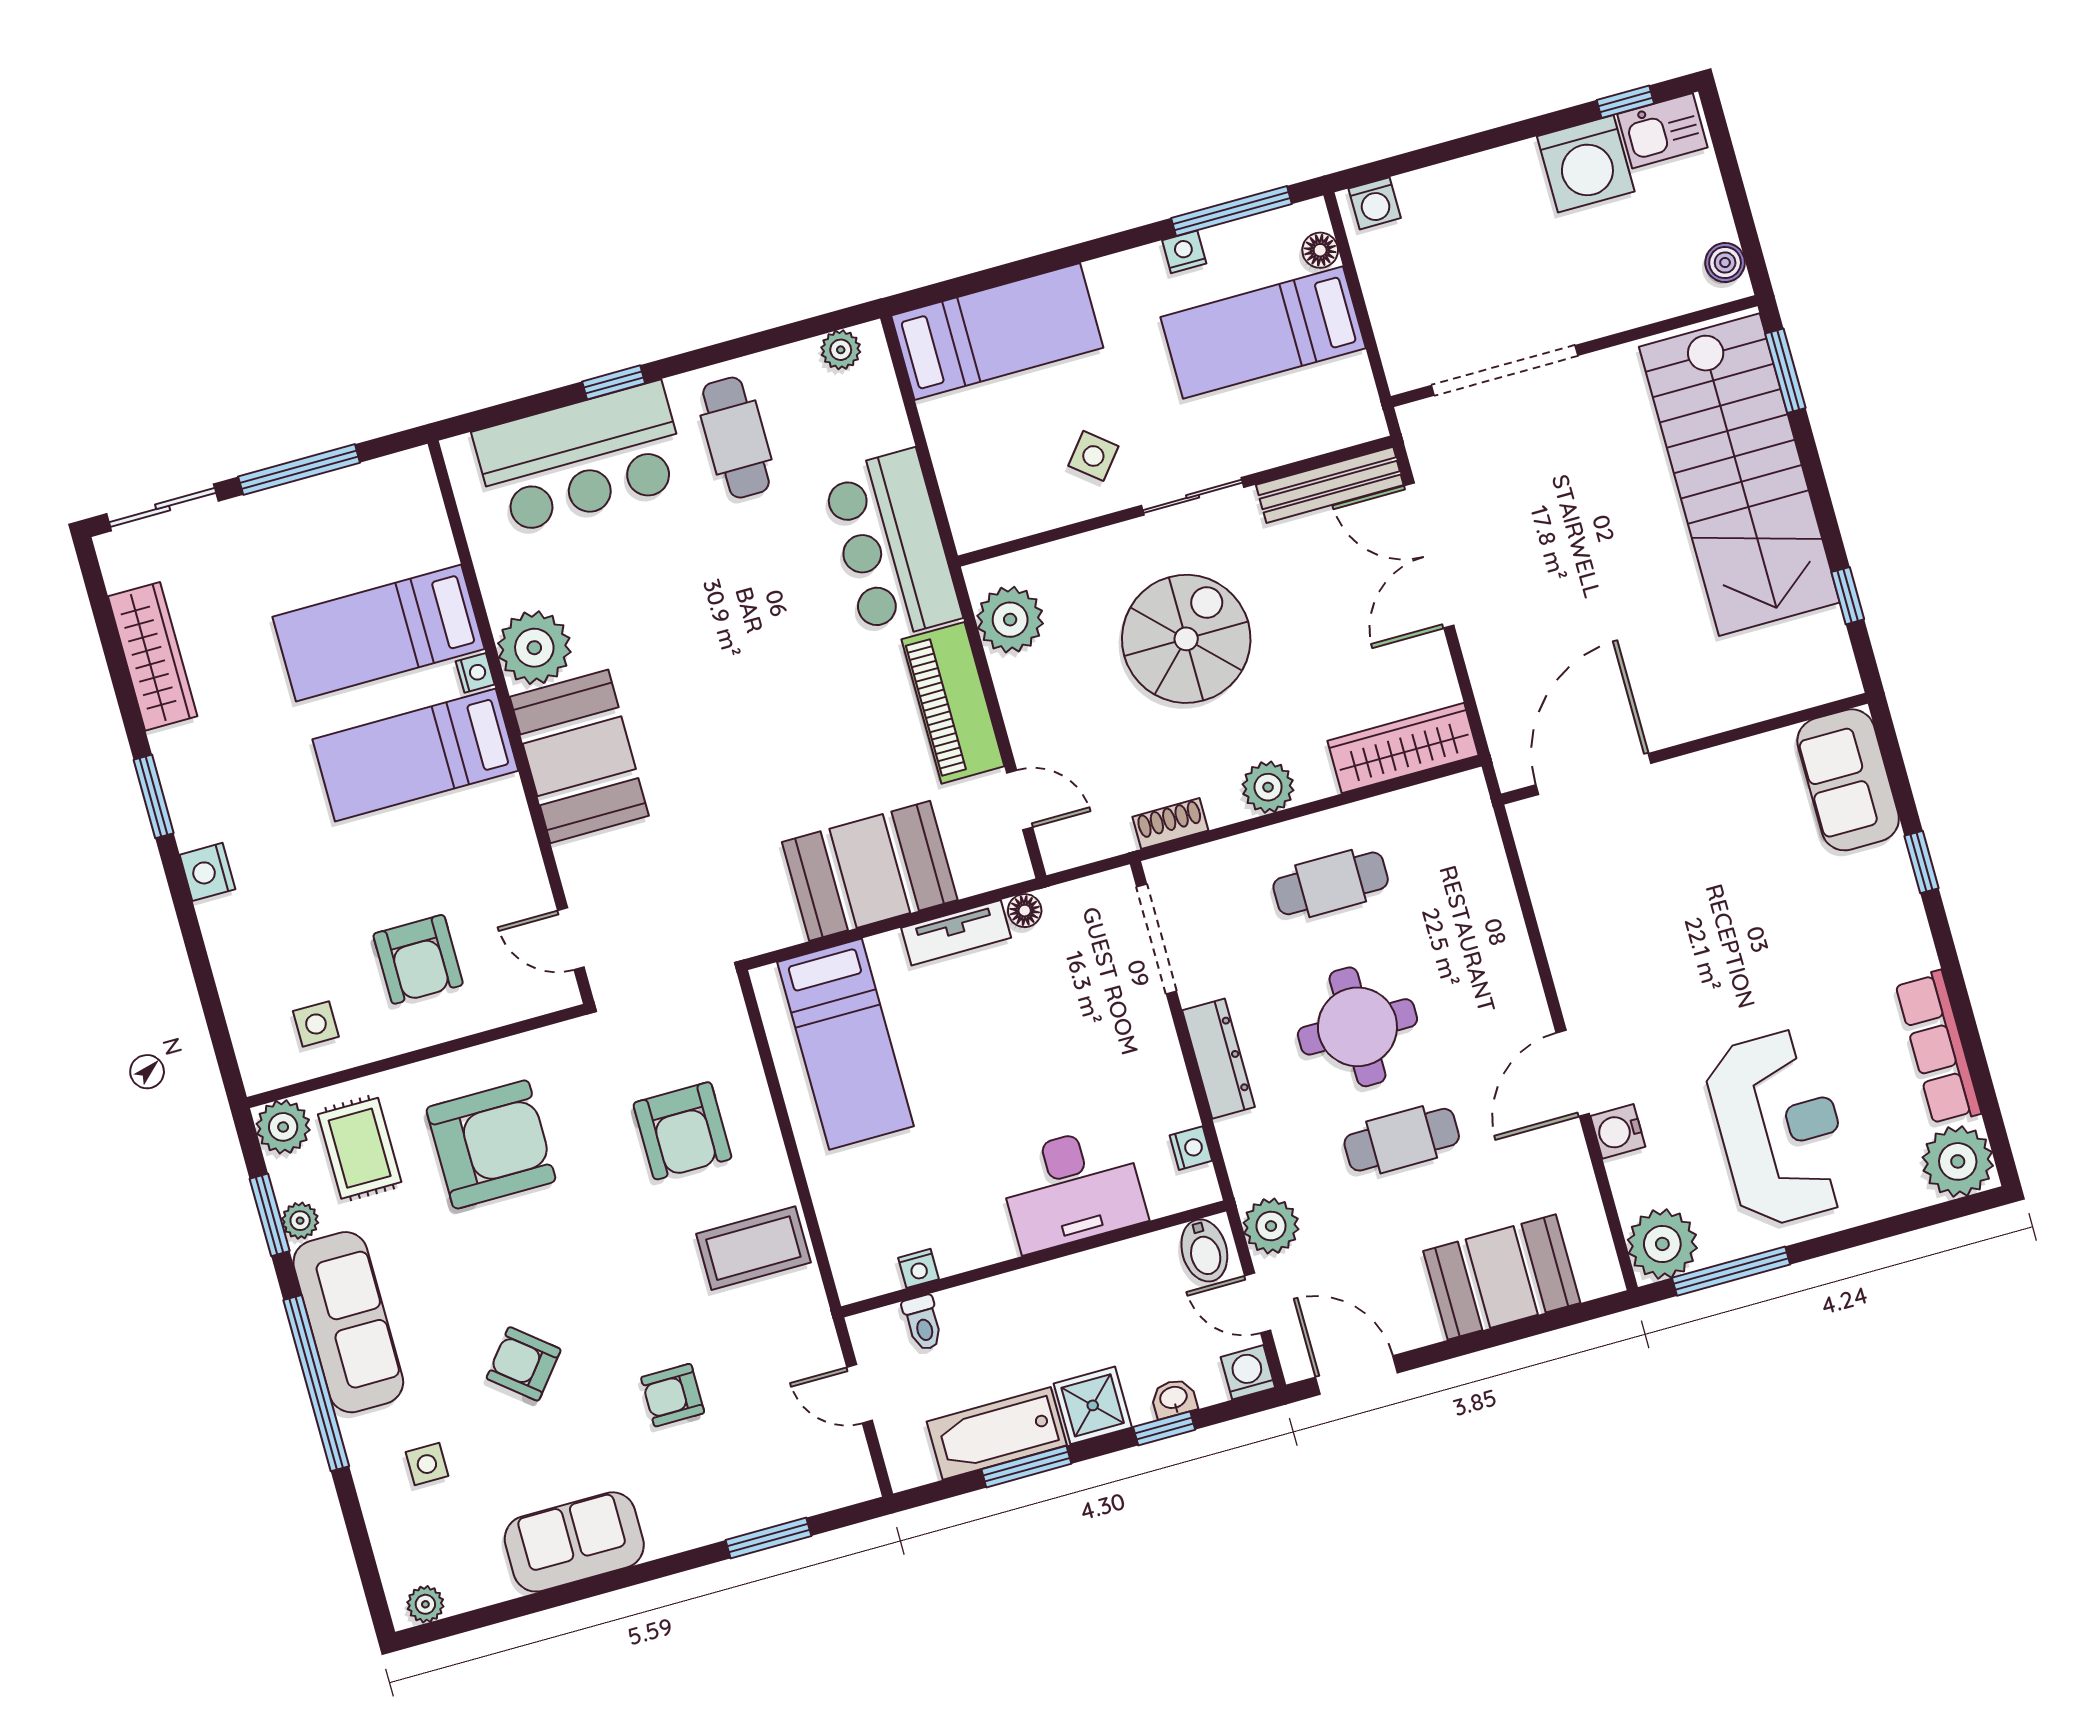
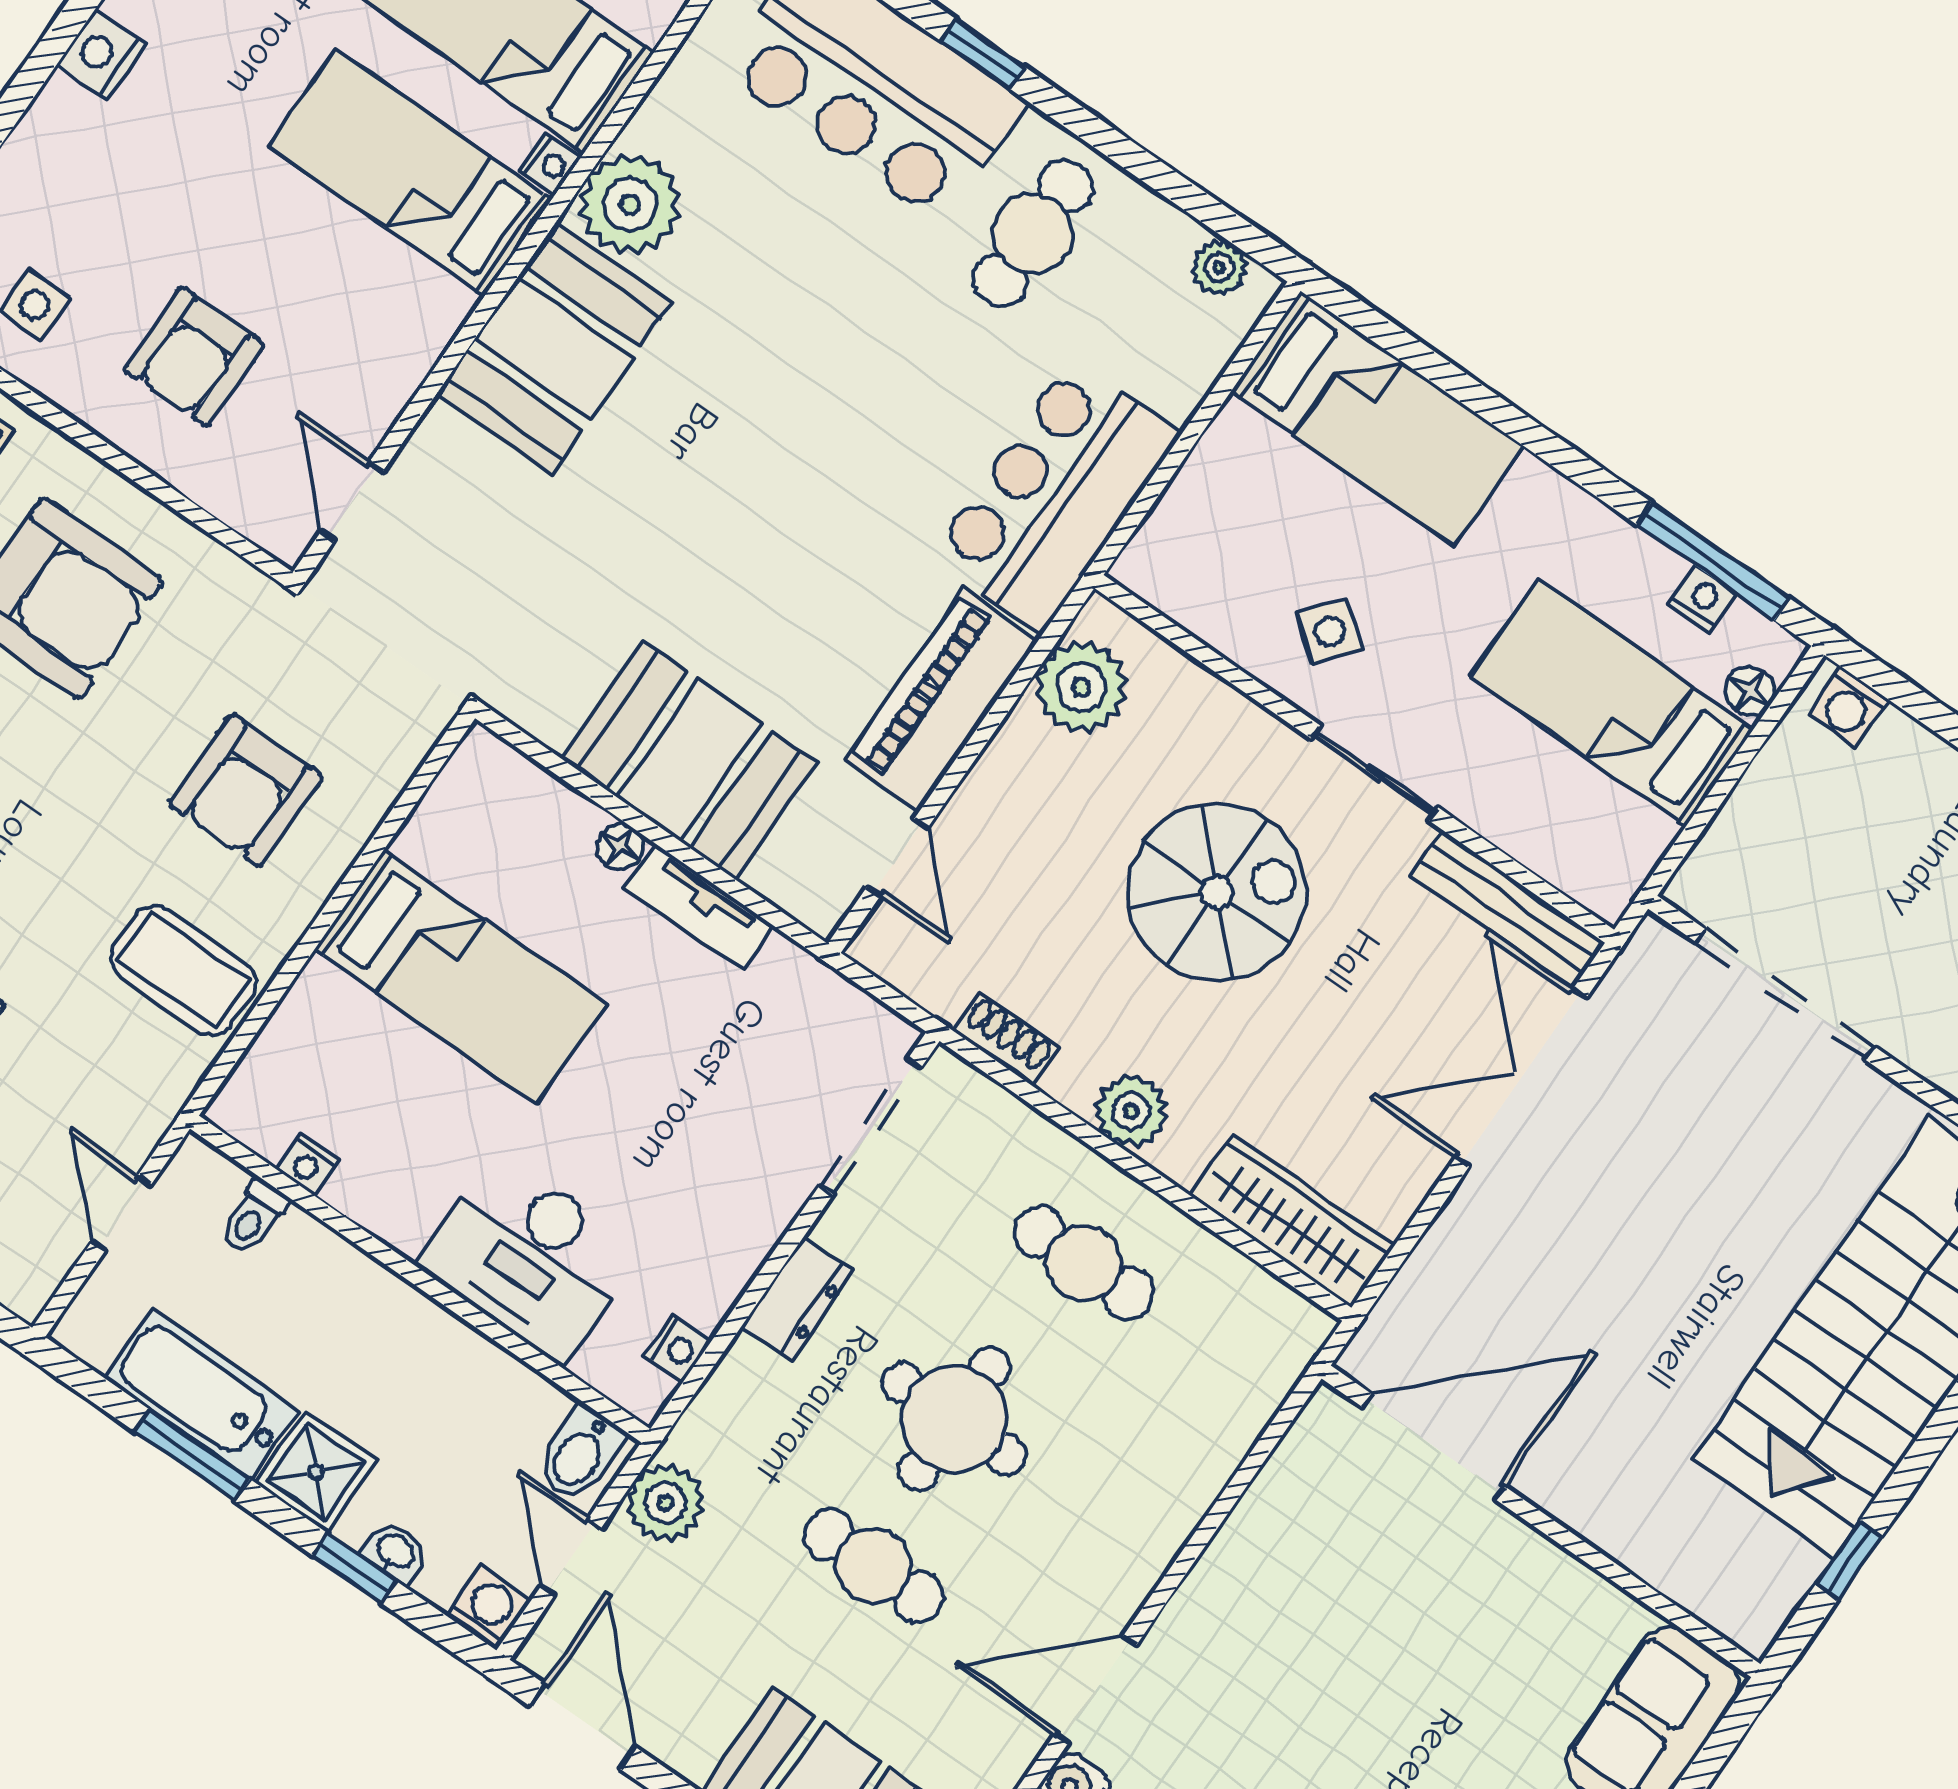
nightstand: (1184, 252) -> (1703, 599), moved
floor lamp: (1025, 911) -> (620, 847), moved
bed: (845, 1044) -> (460, 977), moved, turned -90
dresser: (1219, 1059) -> (798, 1299), width x0.70

